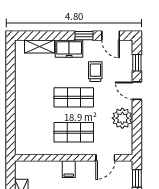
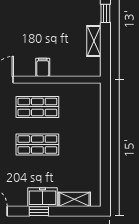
window: (84, 36) -> (39, 211), moved
trolley: (95, 72) -> (14, 172), removed

